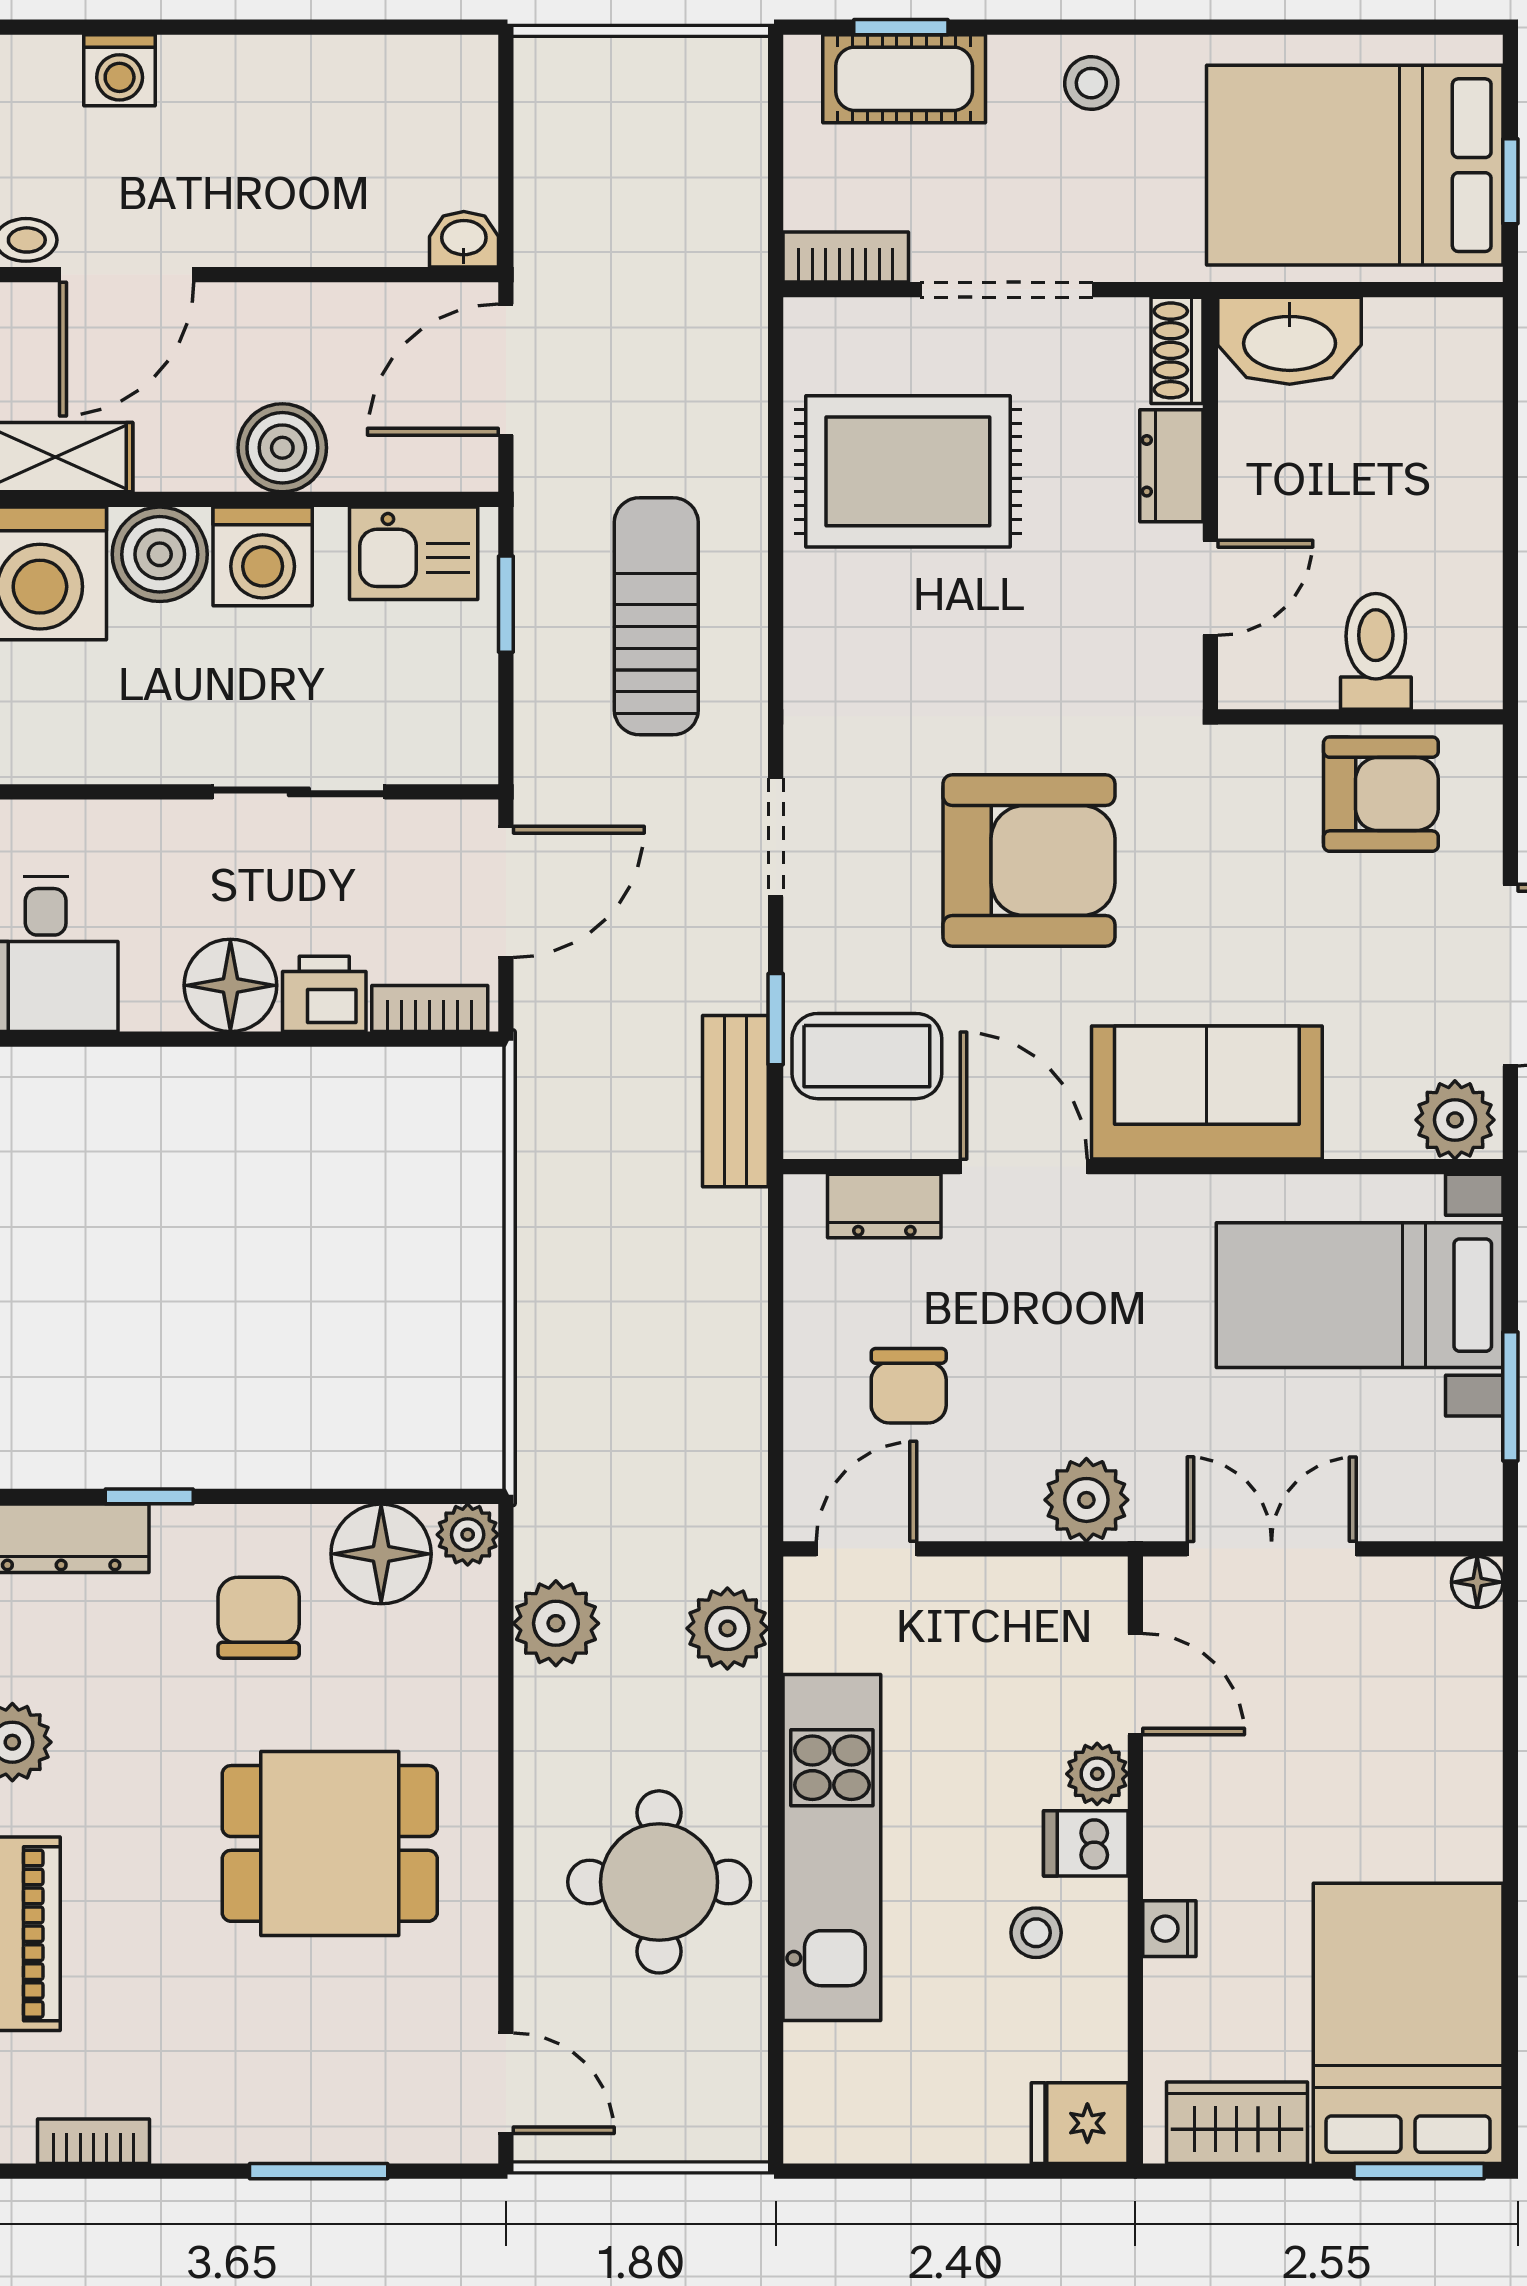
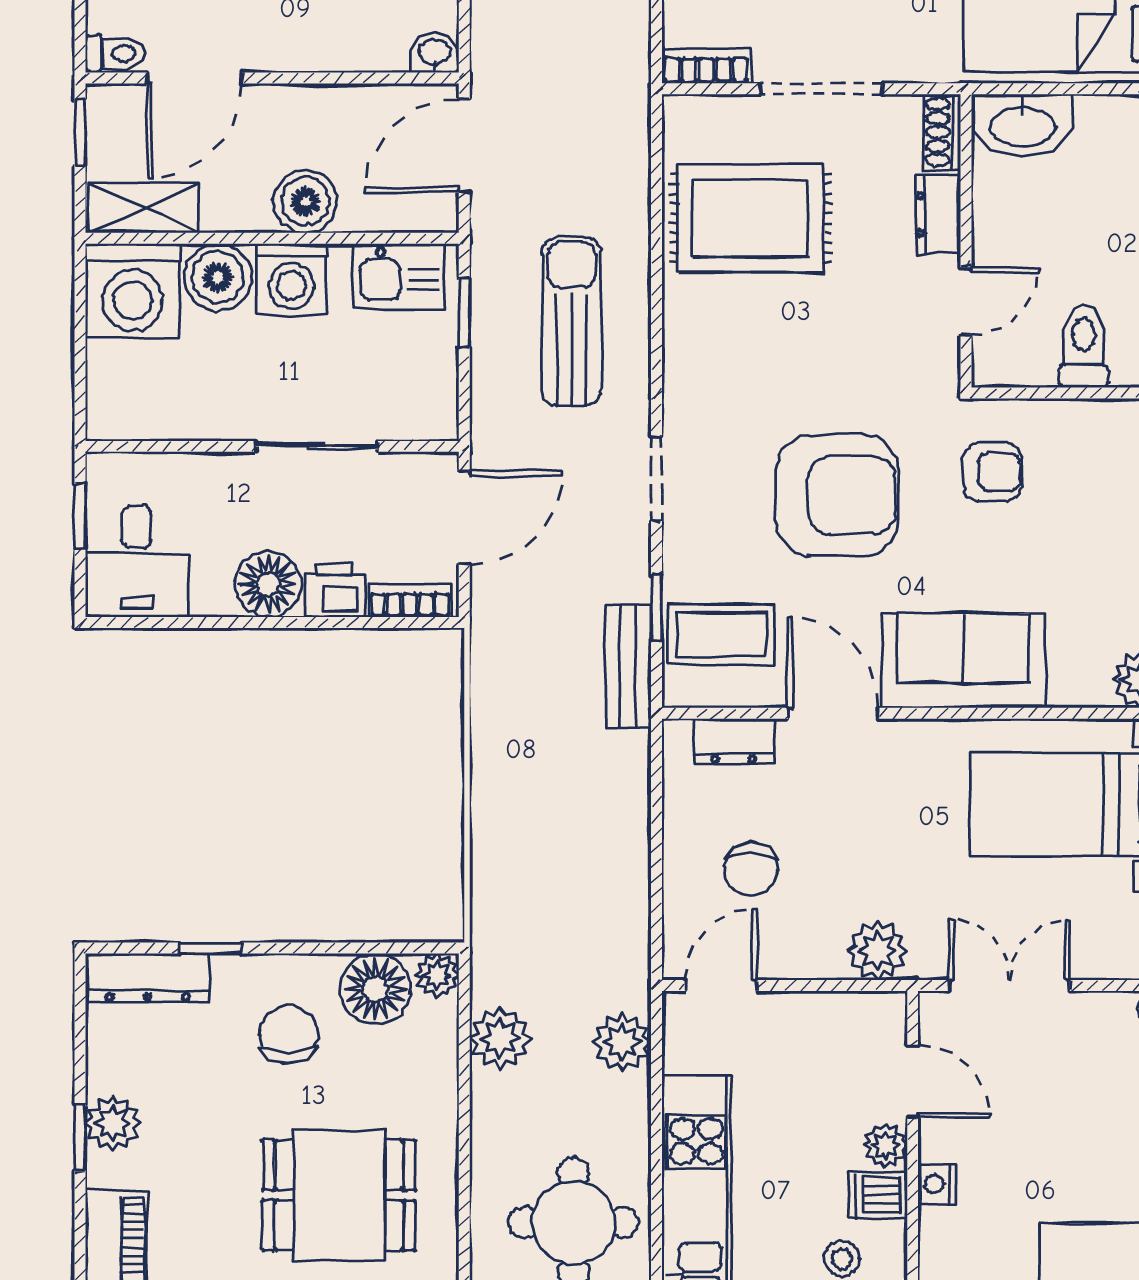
armchair: (1381, 794) -> (992, 472), moved, width x0.72, depth x0.72
nightstand: (1169, 1929) -> (937, 1184), moved

